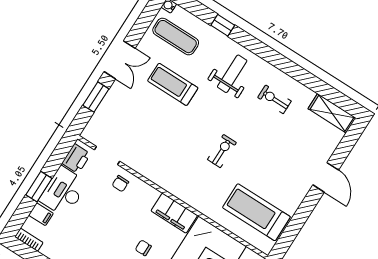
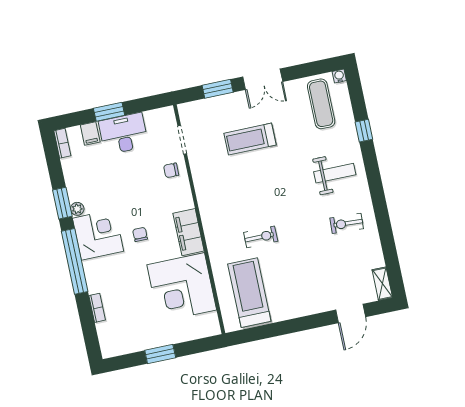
treadmill: (173, 84) -> (250, 139), moved, turned -90
exercise bike: (274, 99) -> (347, 223), turned -87
shelving: (332, 113) -> (382, 284), width x0.67, depth x0.75
exercise bike: (222, 151) -> (261, 237), moved
printer: (76, 159) -> (157, 119), removed
door: (326, 177) -> (351, 313), moved

